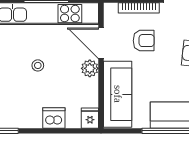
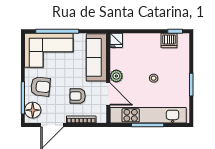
dishwasher: (54, 118) -> (169, 40), moved

